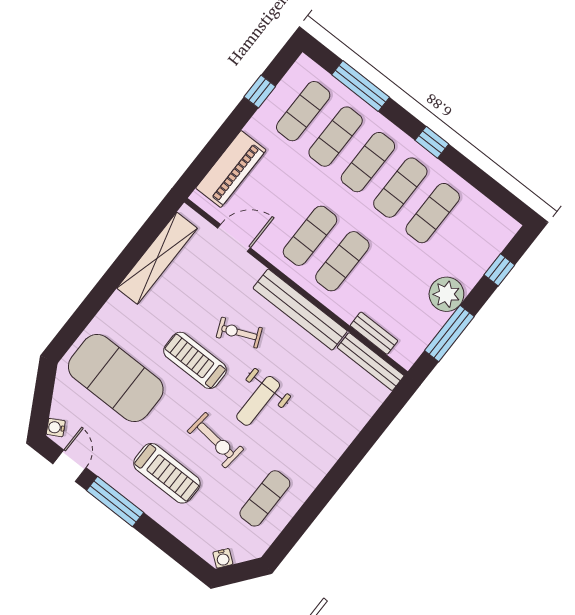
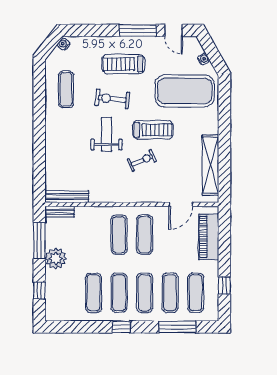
bench: (300, 310) -> (121, 195), removed
bench: (374, 333) -> (60, 212), moved
water cooler: (56, 428) -> (203, 59), moved

